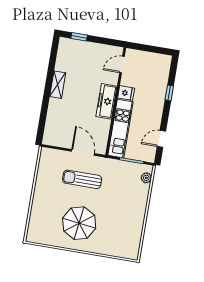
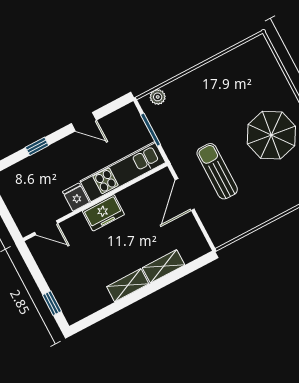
freezer: (106, 101) -> (103, 213), width x0.71
shelving: (53, 112) -> (164, 266), added
door: (161, 139) -> (84, 122), moved
sun lounger: (82, 179) -> (217, 171), turned 180

